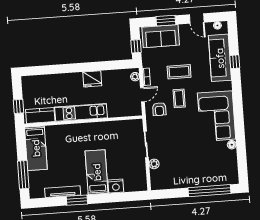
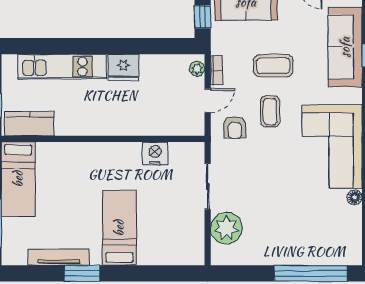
kitchen unit: (81, 112) -> (62, 67), moved, turned 180
plant: (154, 164) -> (226, 228), width x1.87, depth x1.87
nightstand: (116, 186) -> (155, 153), moved, turned 180

